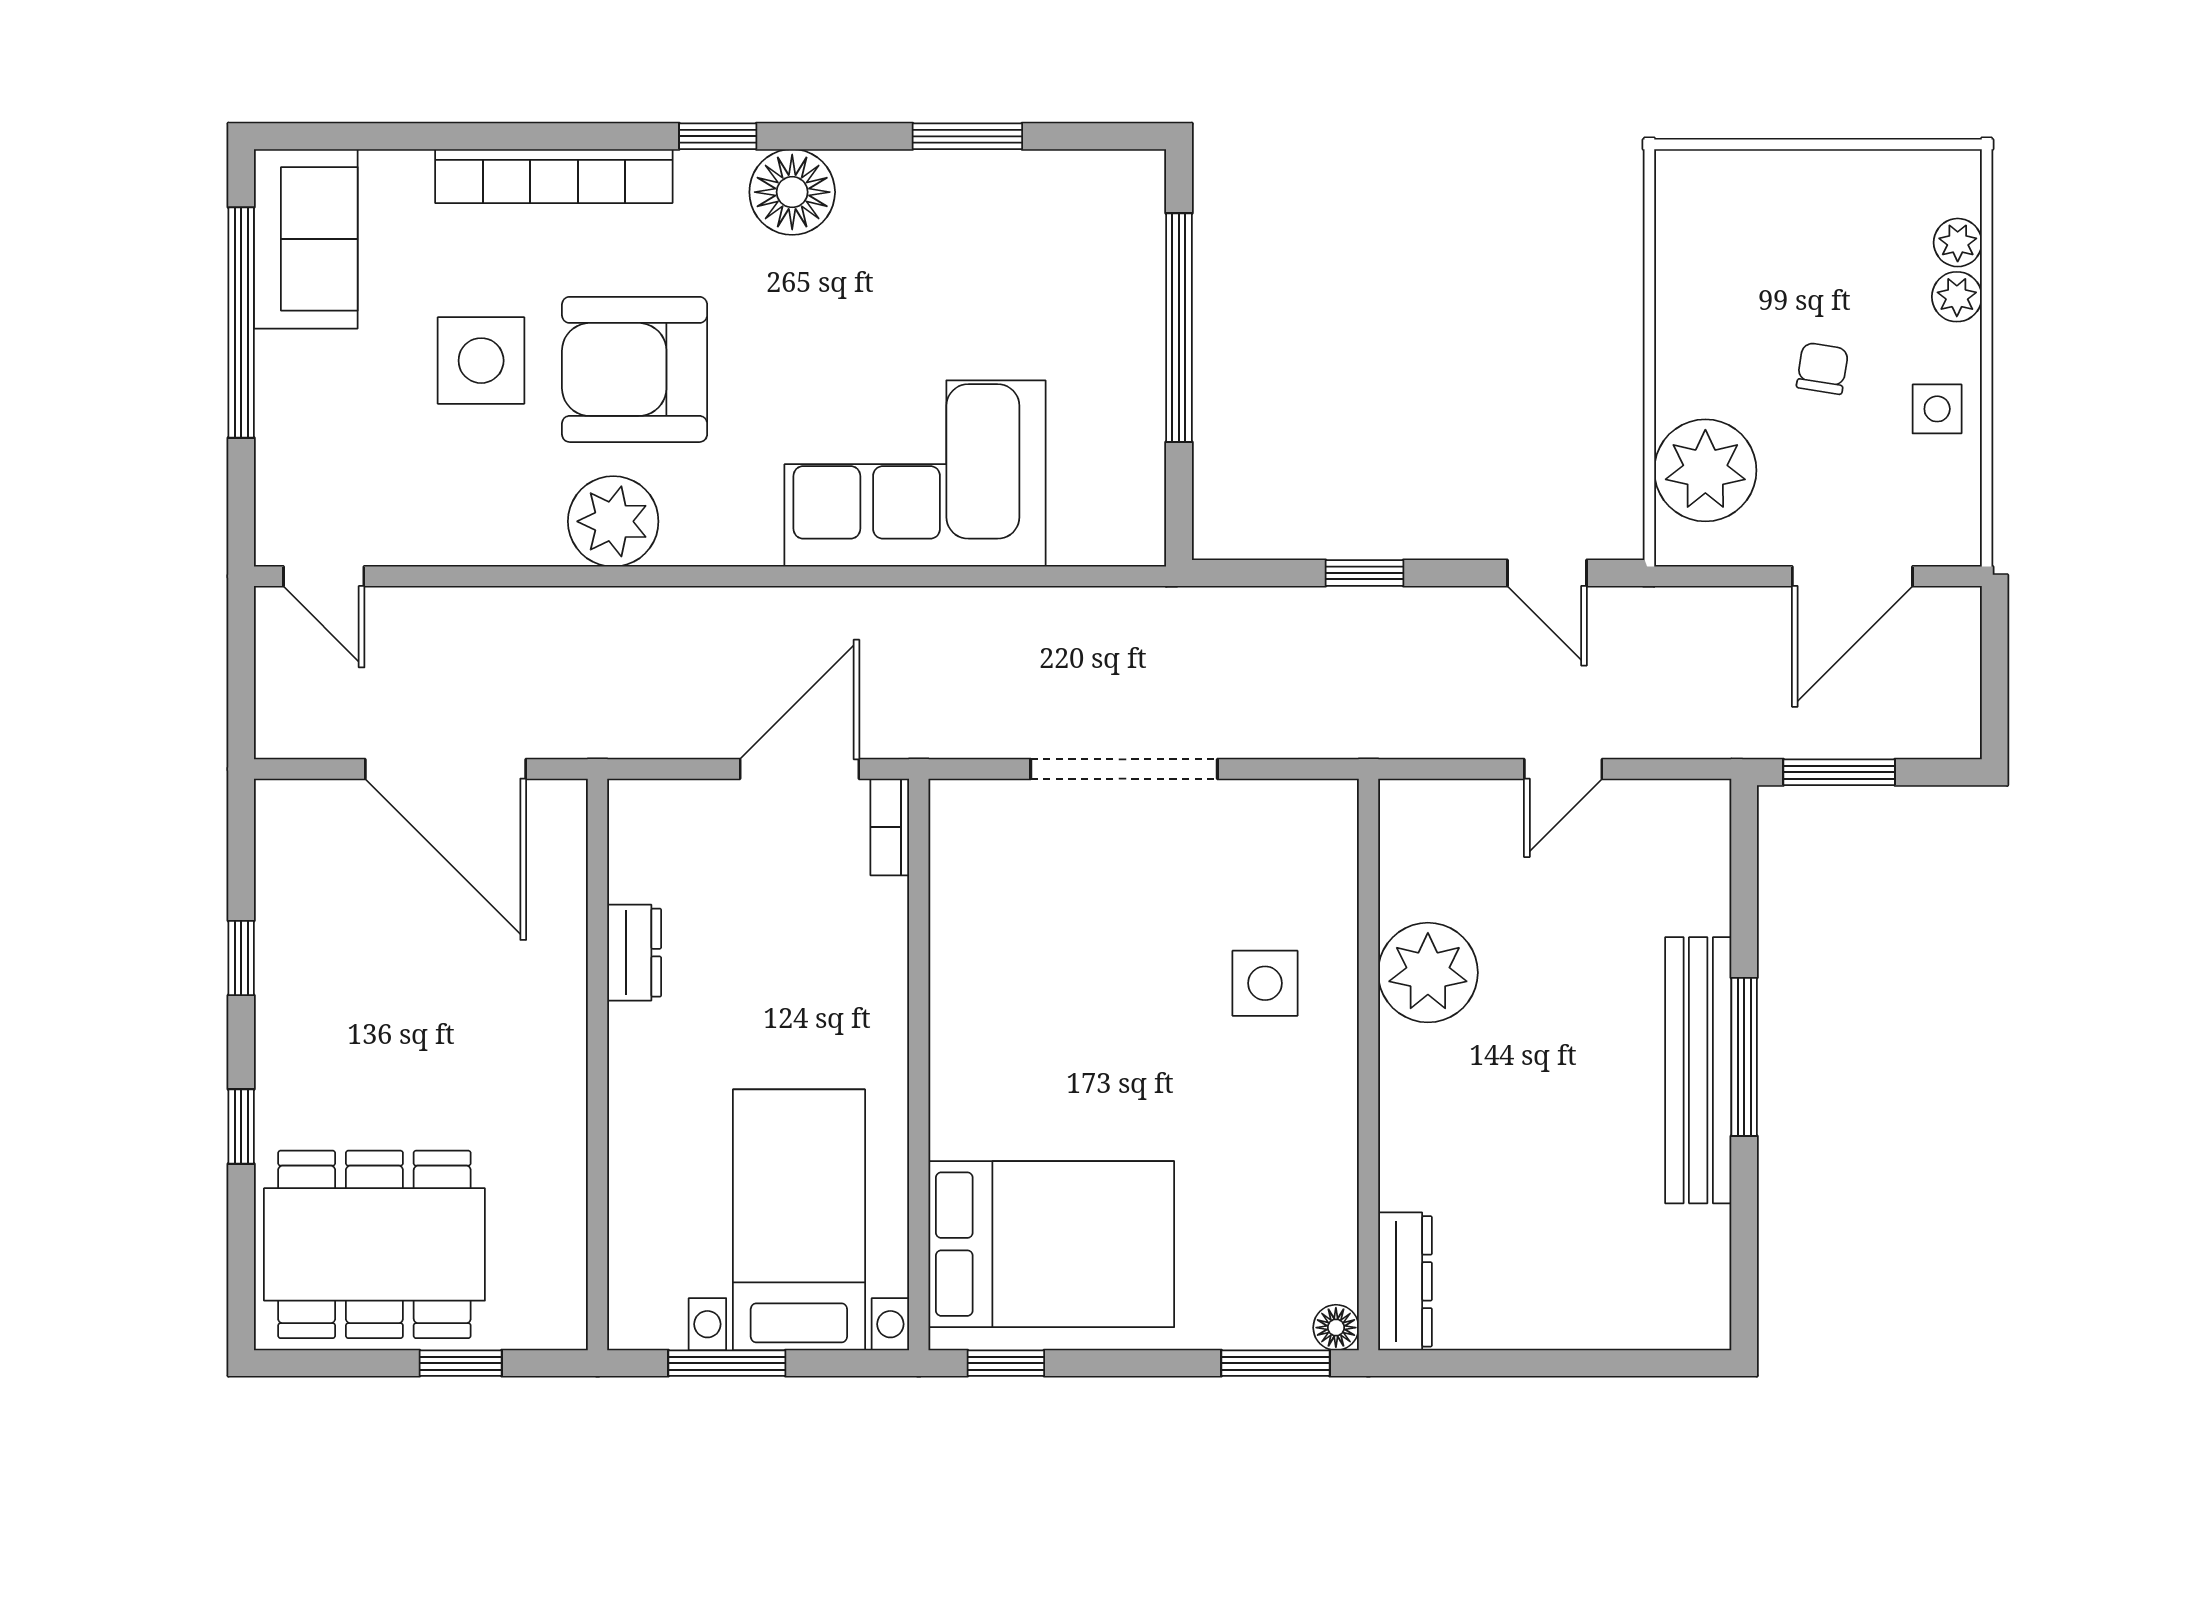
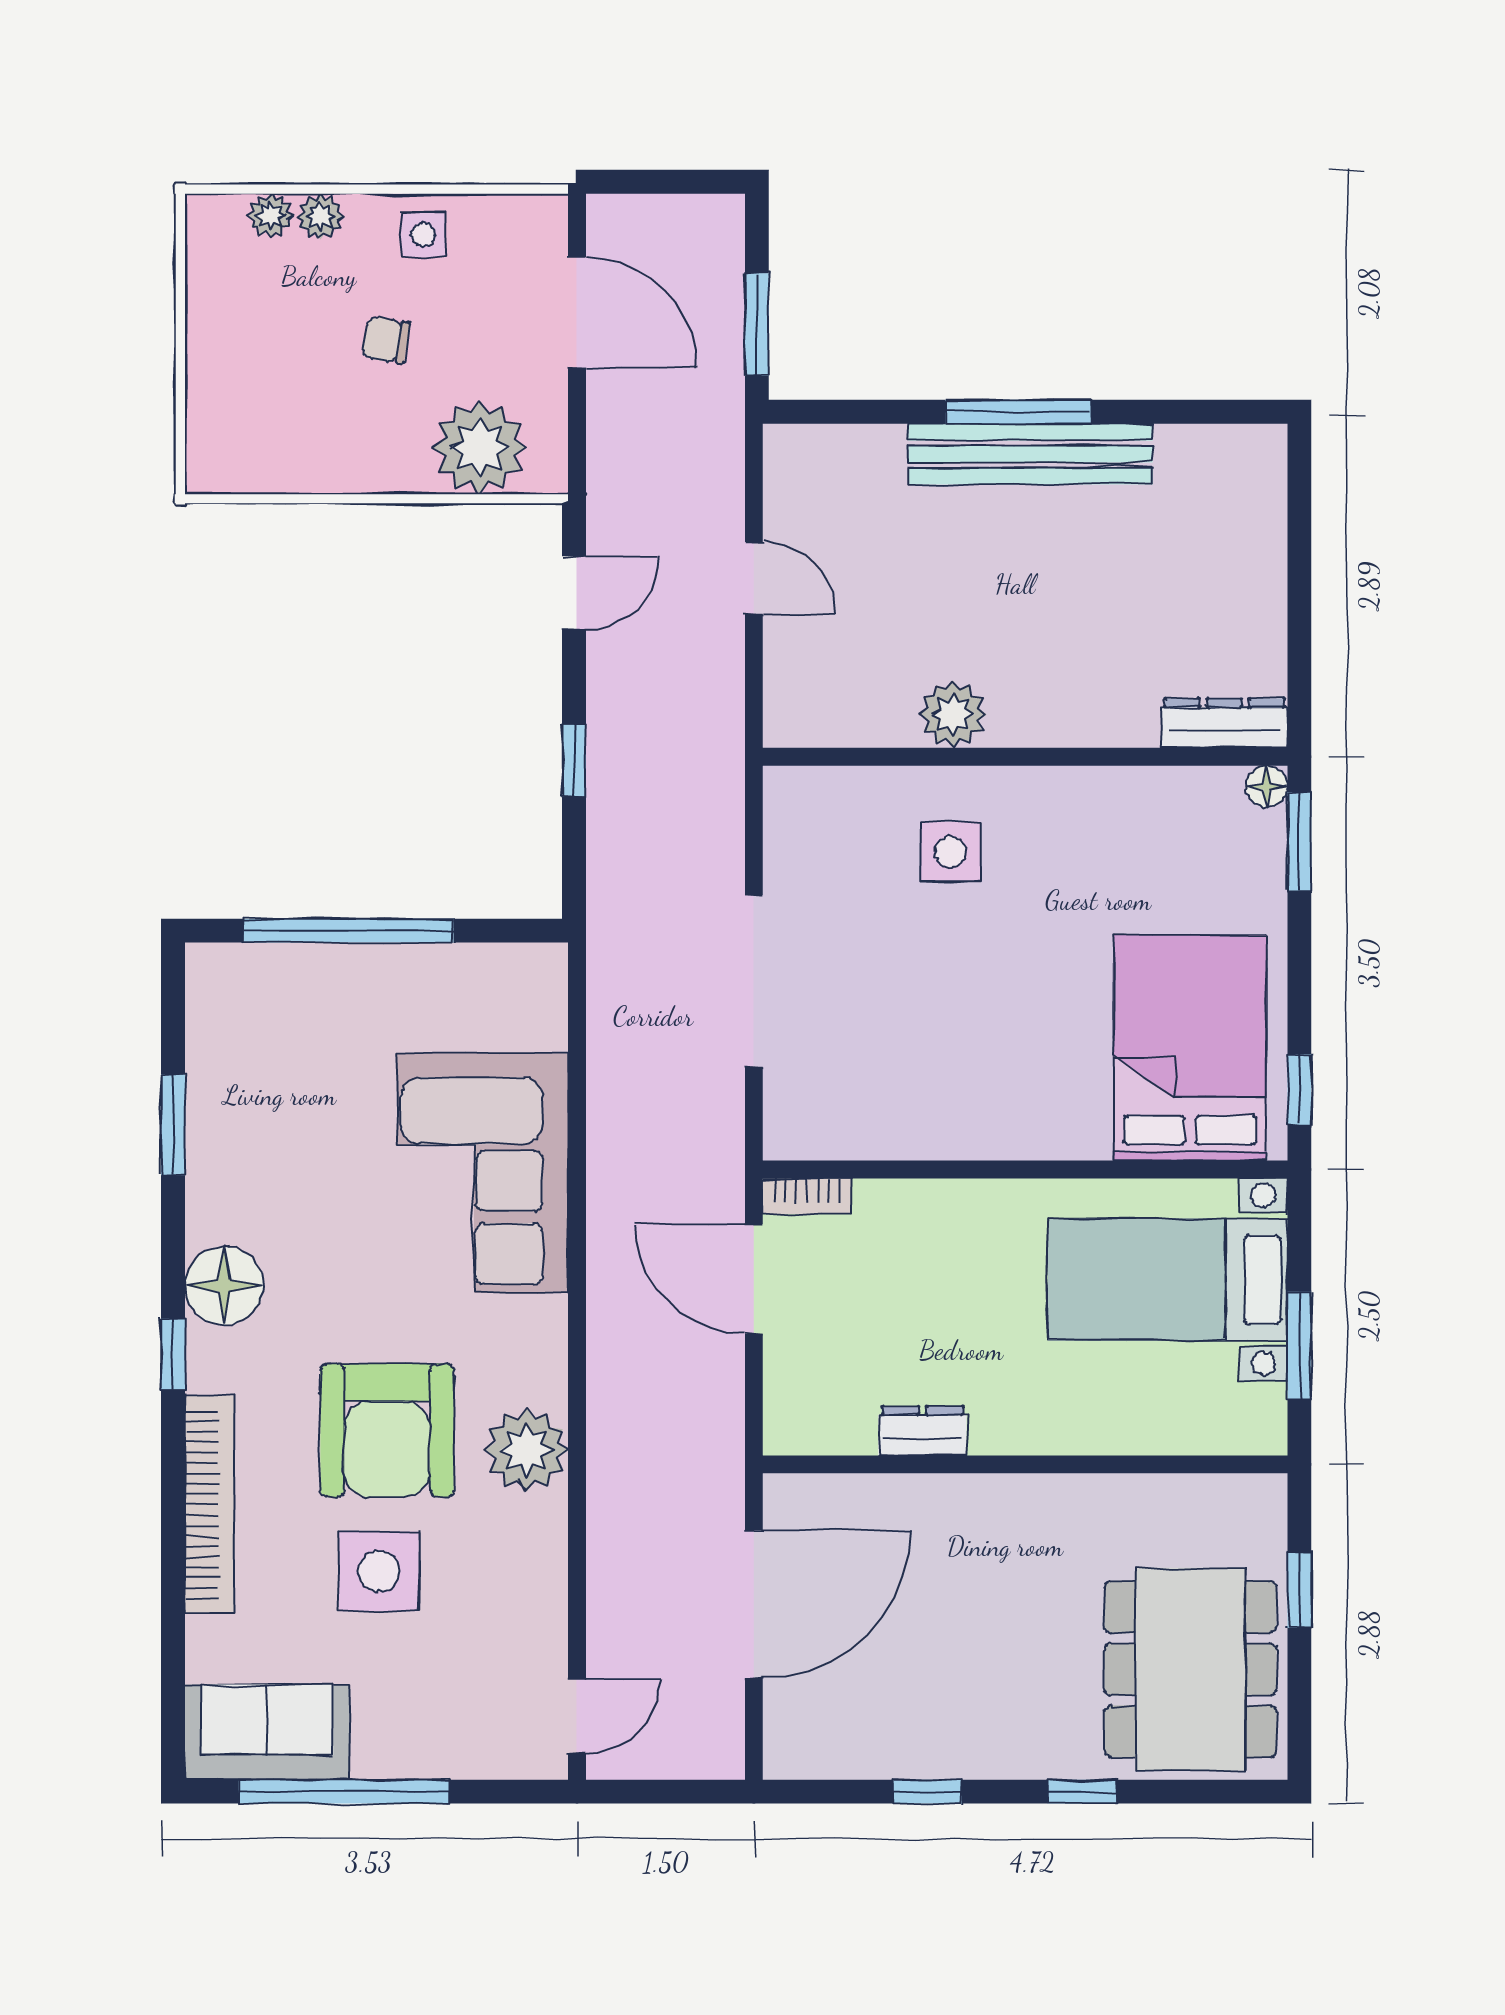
plant: (1428, 973) -> (953, 714), width x0.73, depth x0.73

